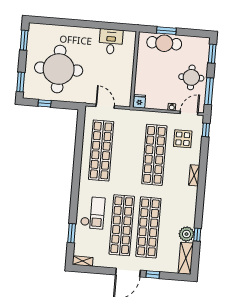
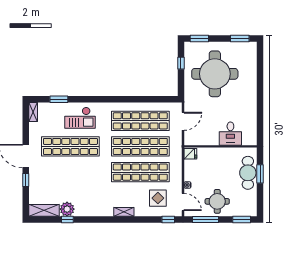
desk: (111, 42) -> (230, 134), moved, turned 90
shop shelf: (148, 227) -> (140, 146), moved

